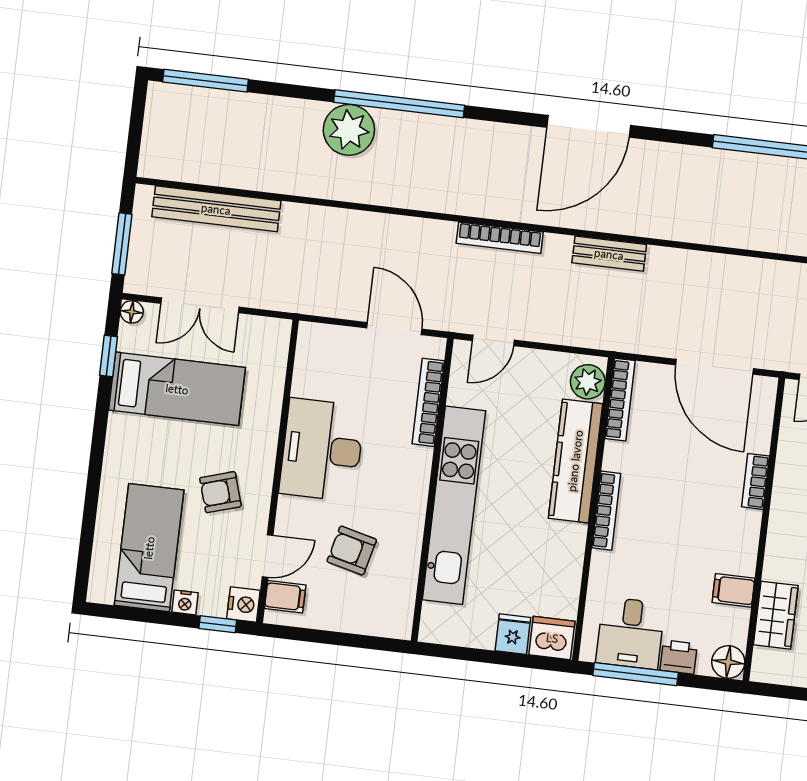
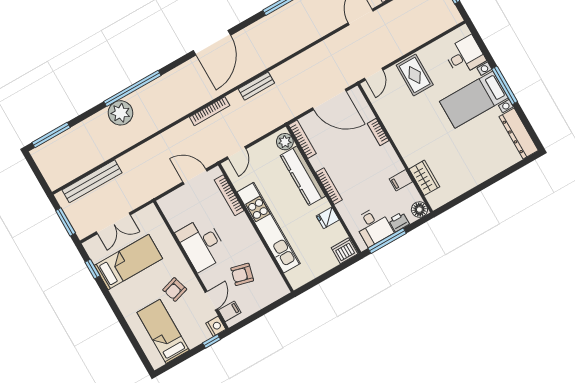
floor lamp: (132, 312) -> (89, 245), removed
nightstand: (185, 602) -> (193, 342), removed
fridge: (513, 634) -> (328, 218), moved, turned -90

